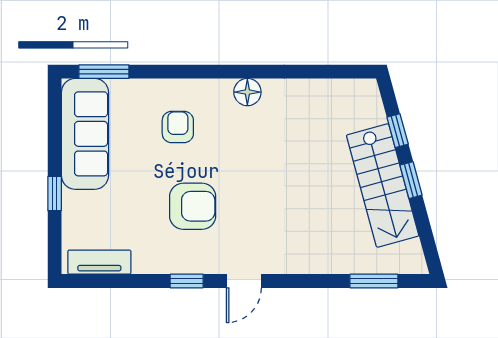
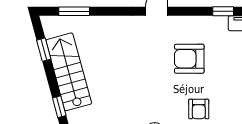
window: (411, 180) -> (44, 50), moved
window: (187, 281) -> (223, 11), moved

